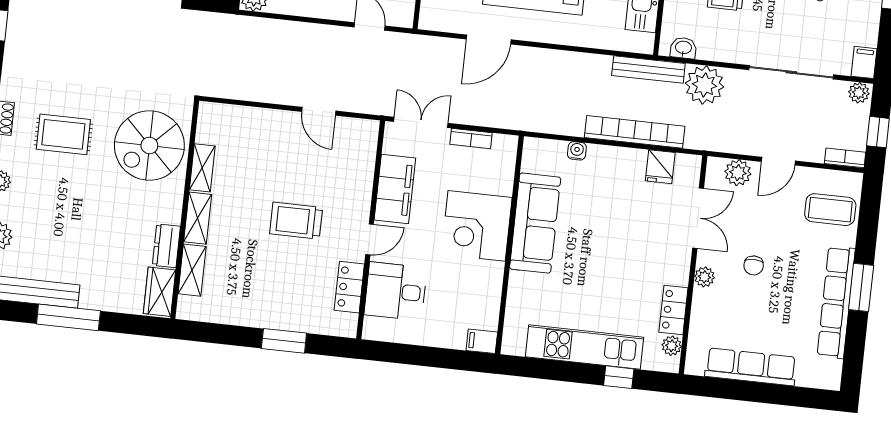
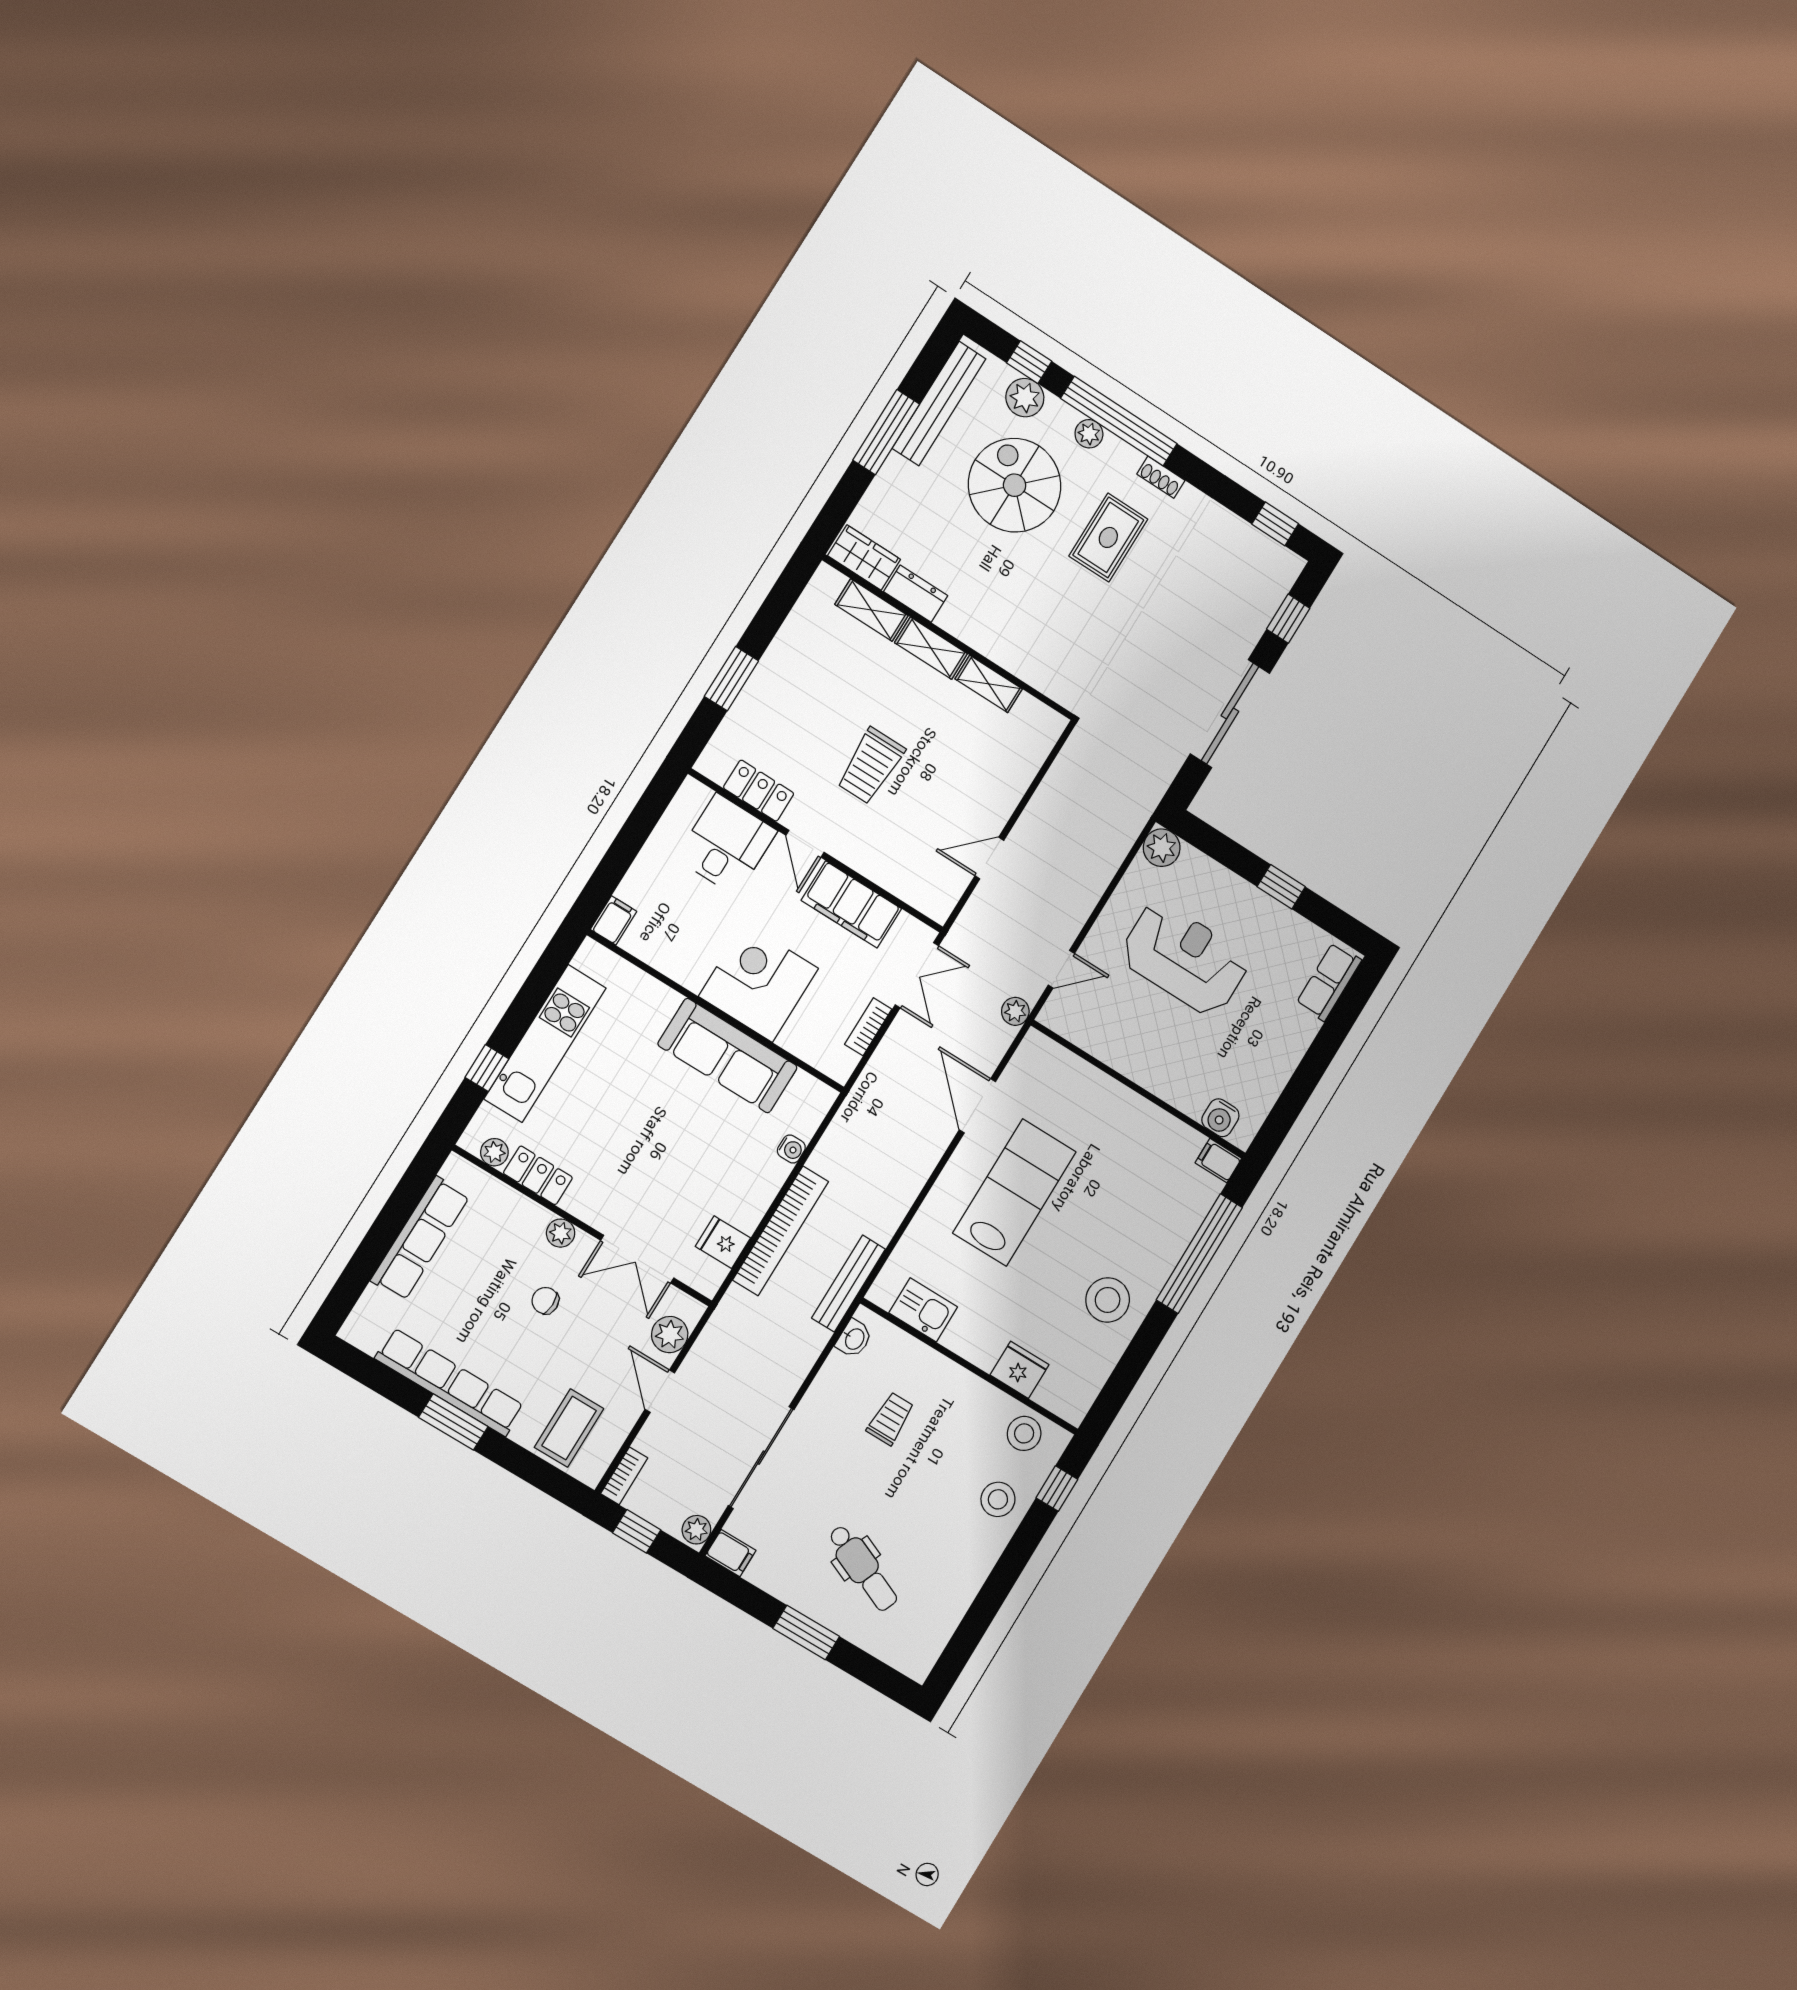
plant: (704, 85) -> (1015, 1011), moved, width x0.53, depth x0.53
spiral stairs: (149, 145) -> (1015, 485), moved
trolley: (296, 221) -> (871, 766), turned 180

